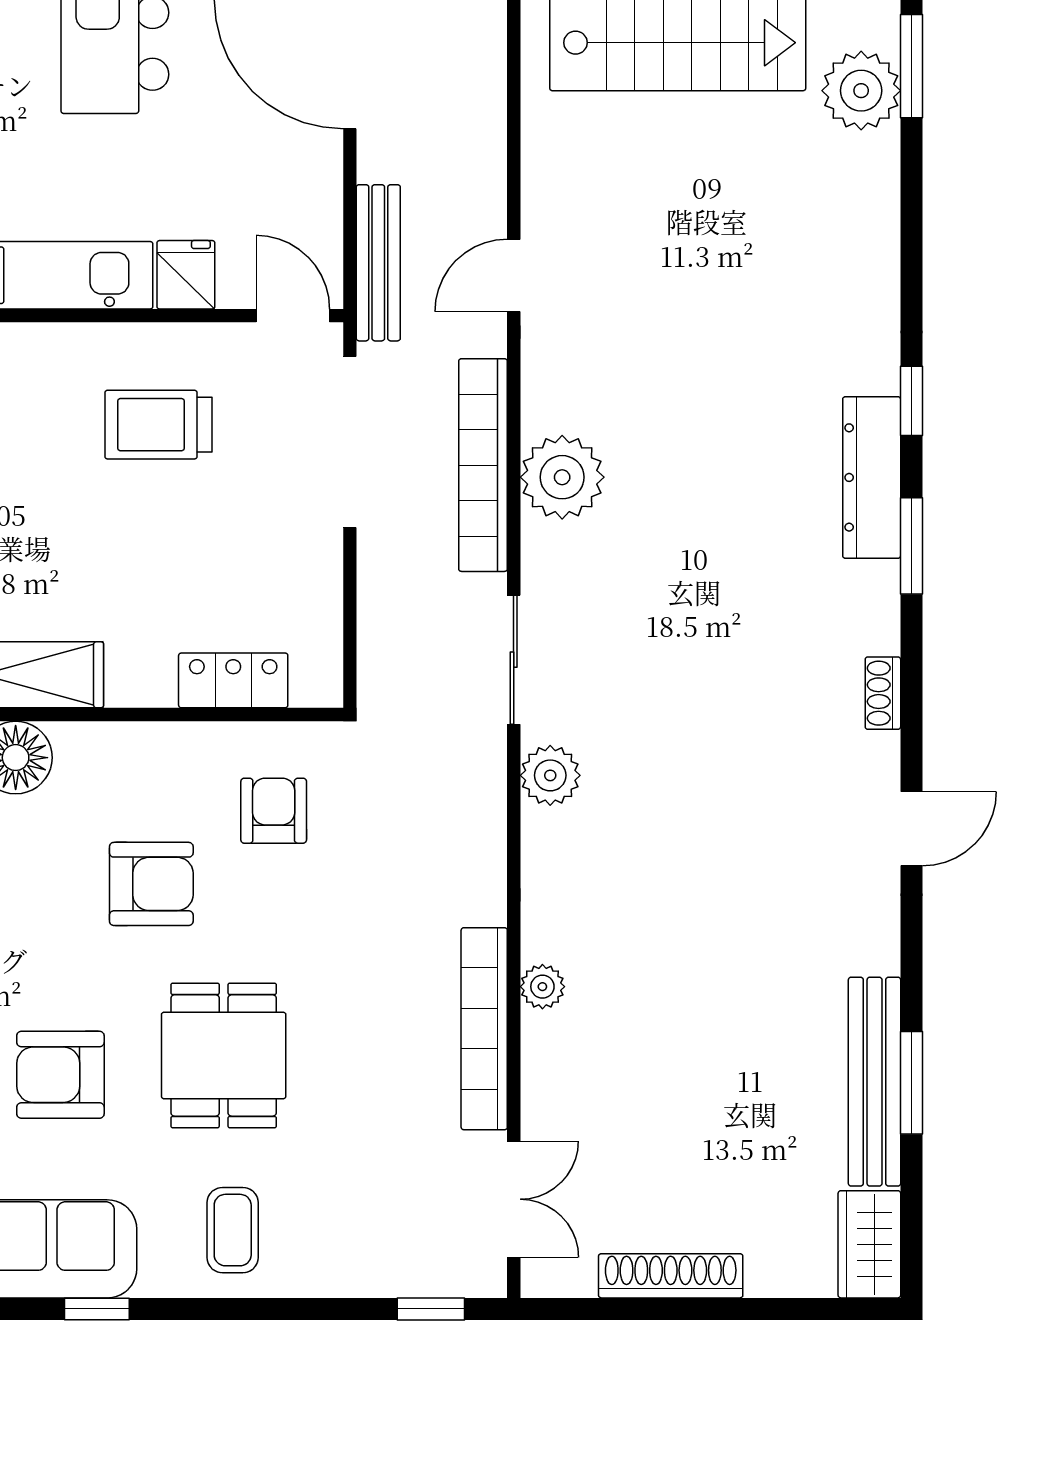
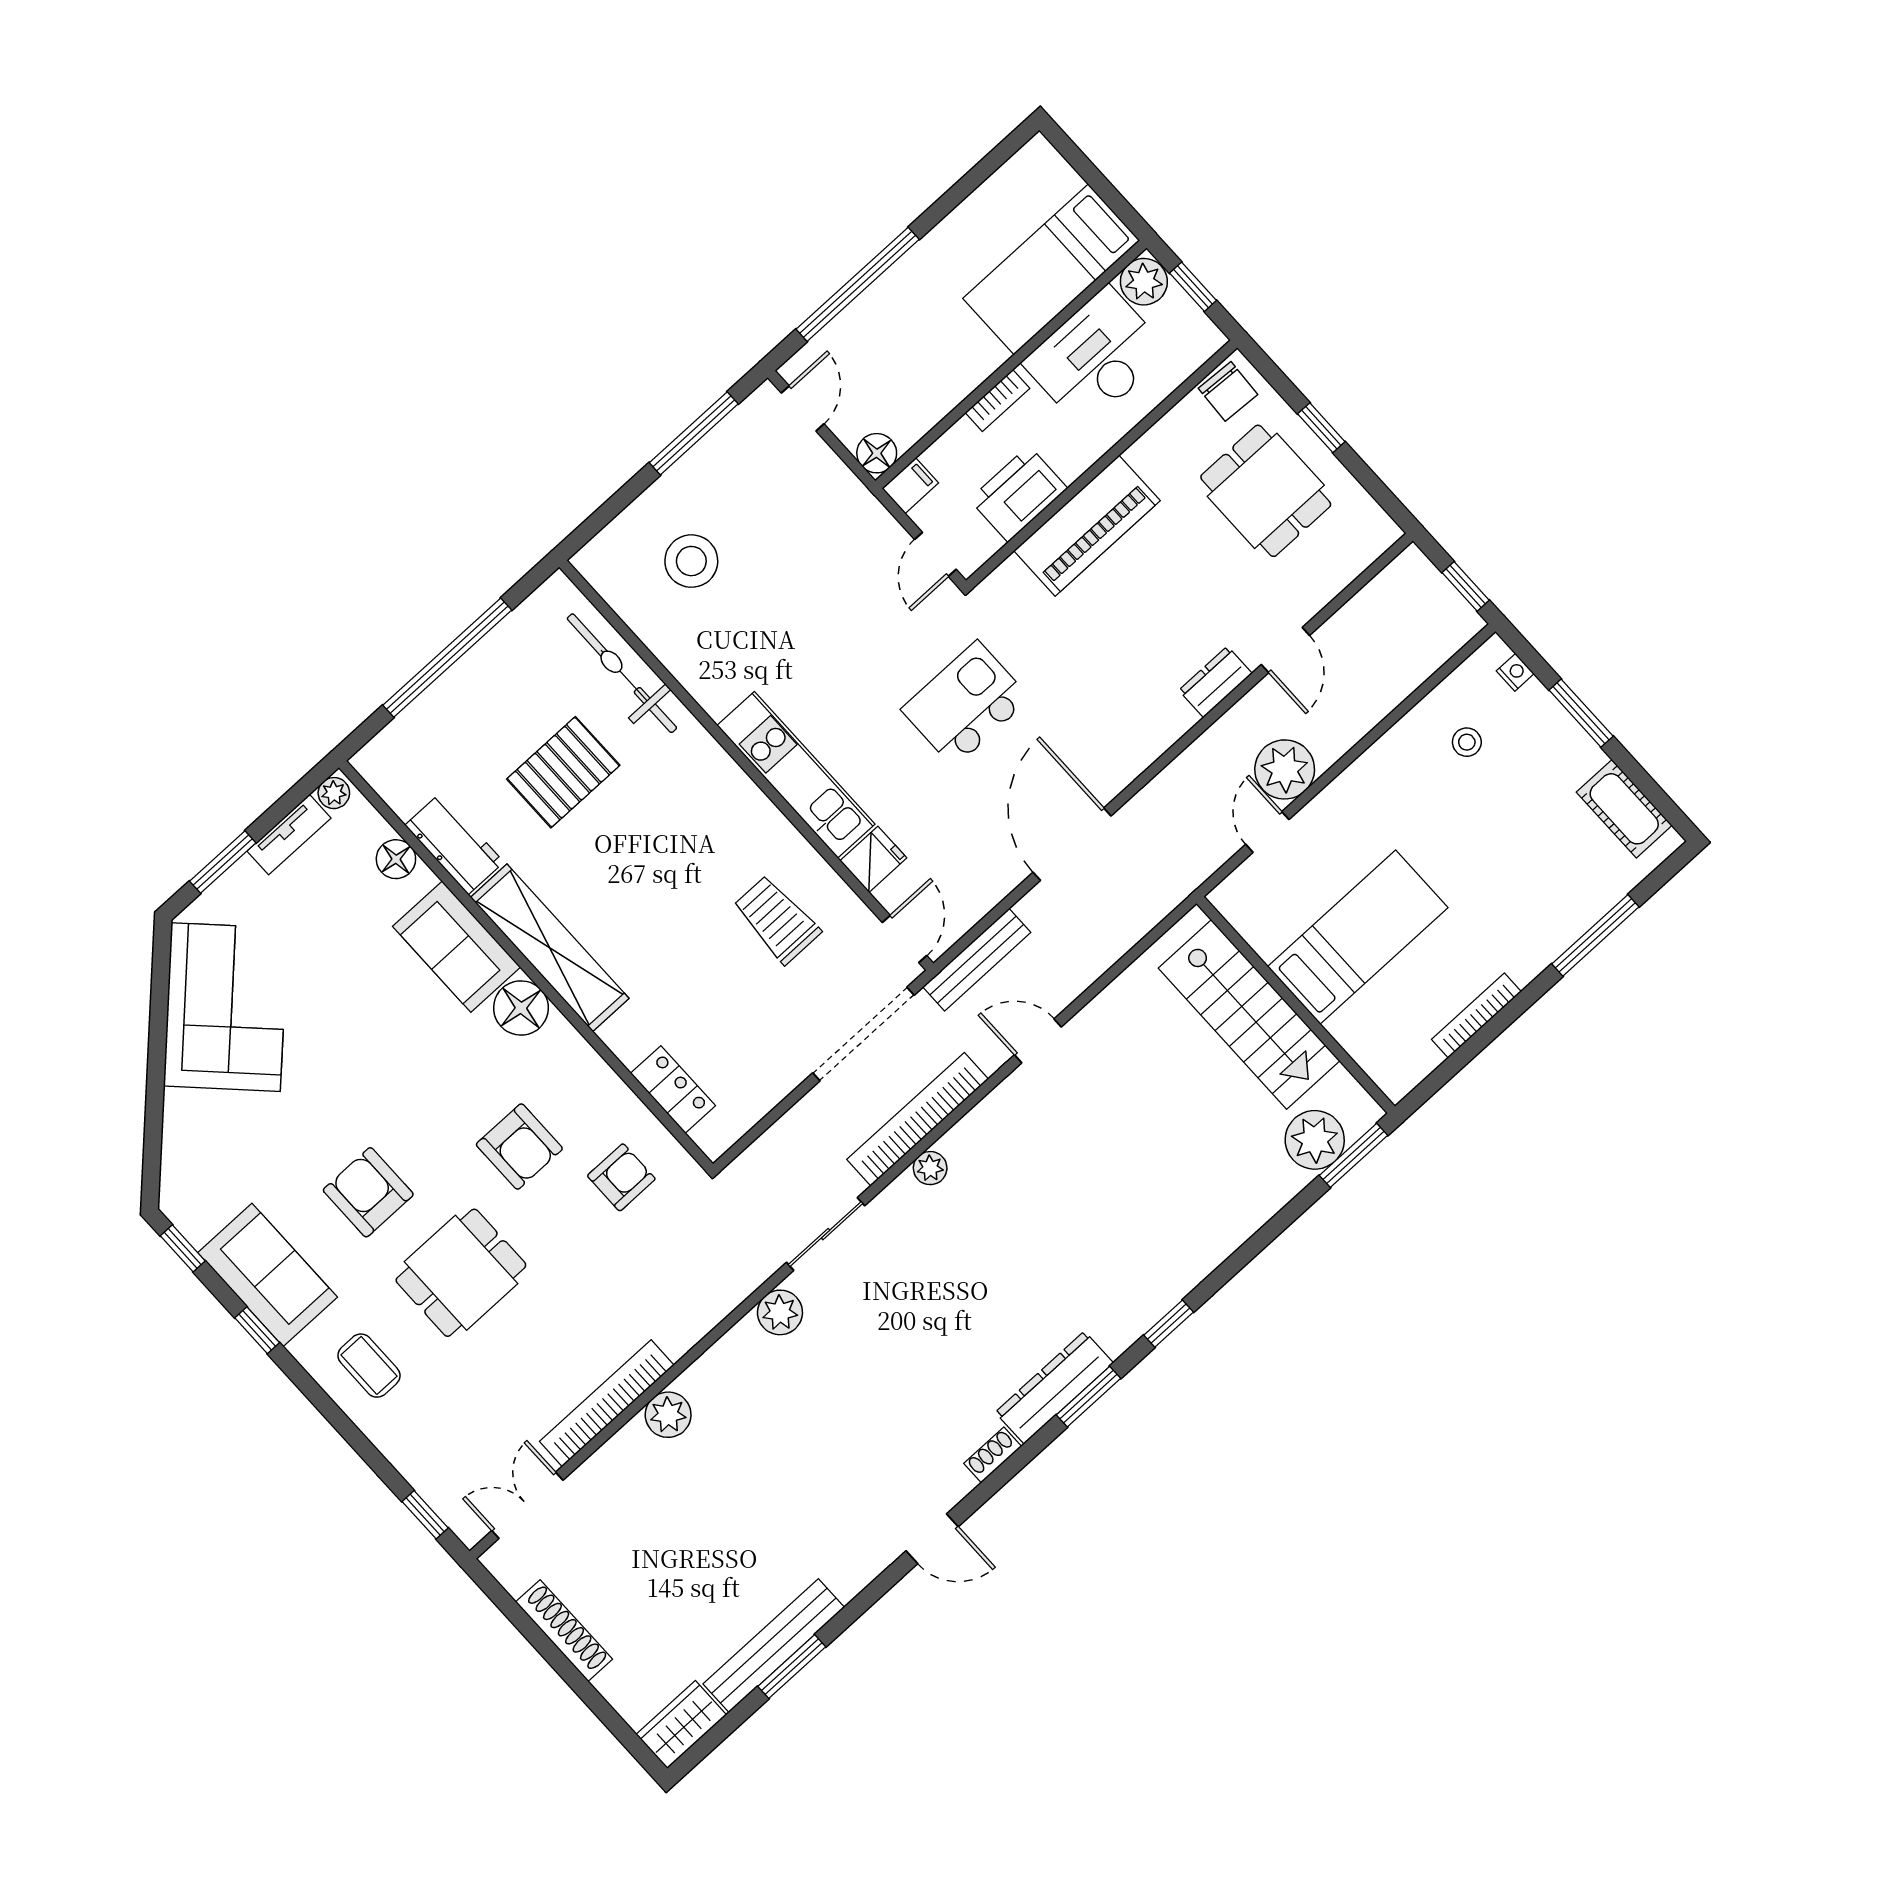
plant: (562, 477) -> (930, 1168), width x0.53, depth x0.53
dresser: (872, 477) -> (1054, 1388), moved
plant: (542, 987) -> (668, 1415), width x1.38, depth x1.38
double door: (514, 1199) -> (527, 1505), swing flipped
coffee table: (233, 1230) -> (369, 1366), turned 90

